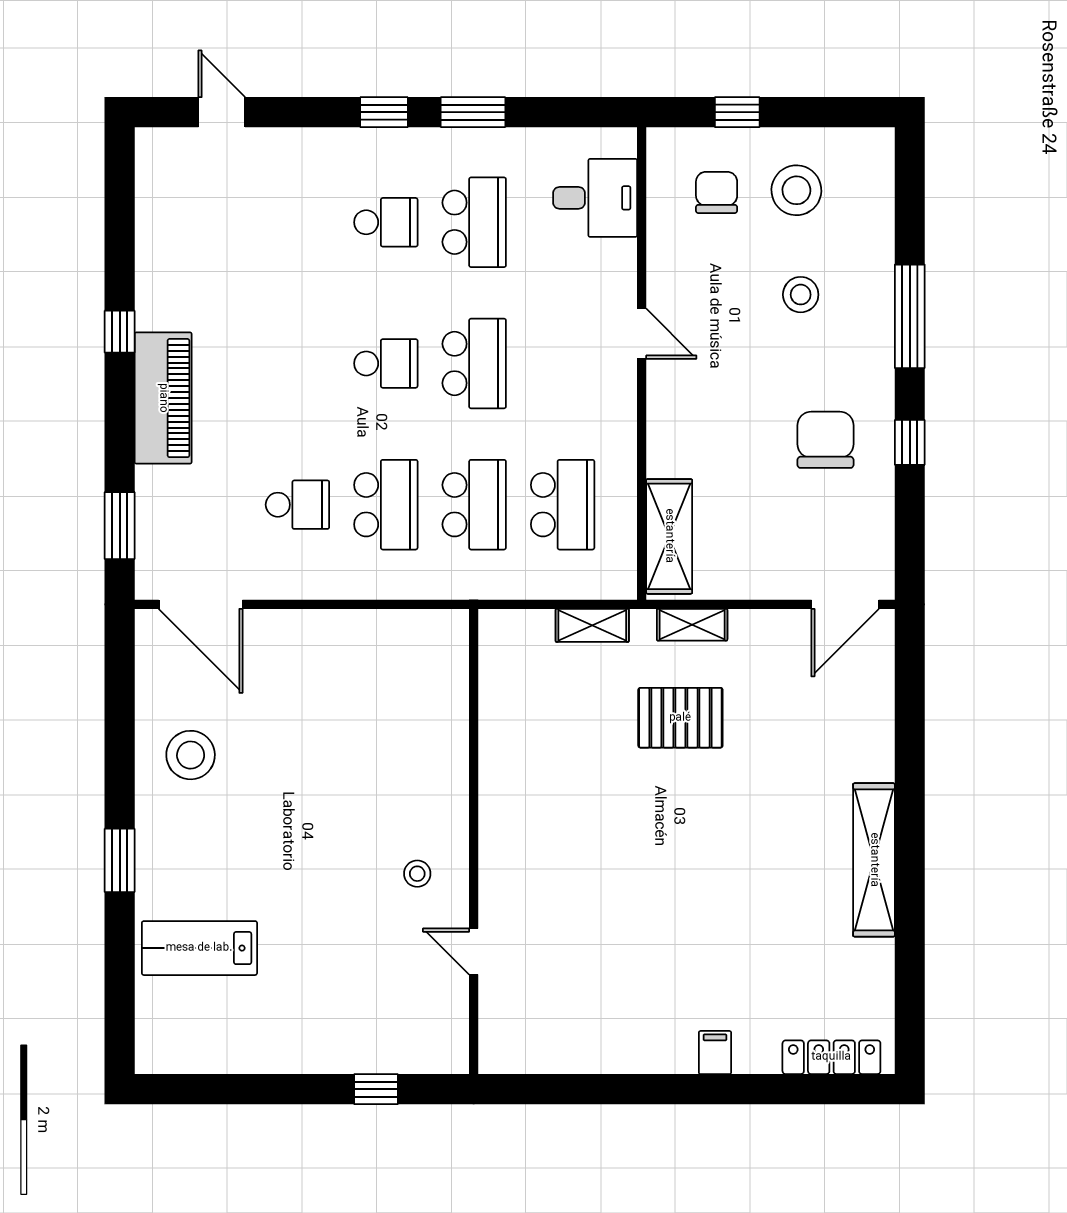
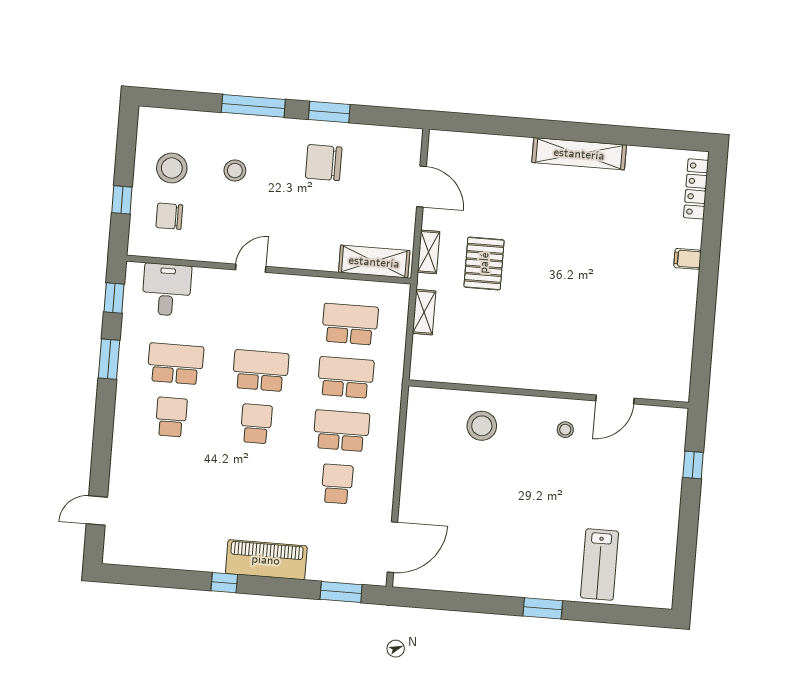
window: (384, 112) -> (114, 298), moved
window: (910, 442) -> (329, 112), width x1.50
door: (845, 604) -> (421, 187), moved
stool: (191, 755) -> (482, 426), moved
door: (474, 952) -> (615, 399), width x1.38

